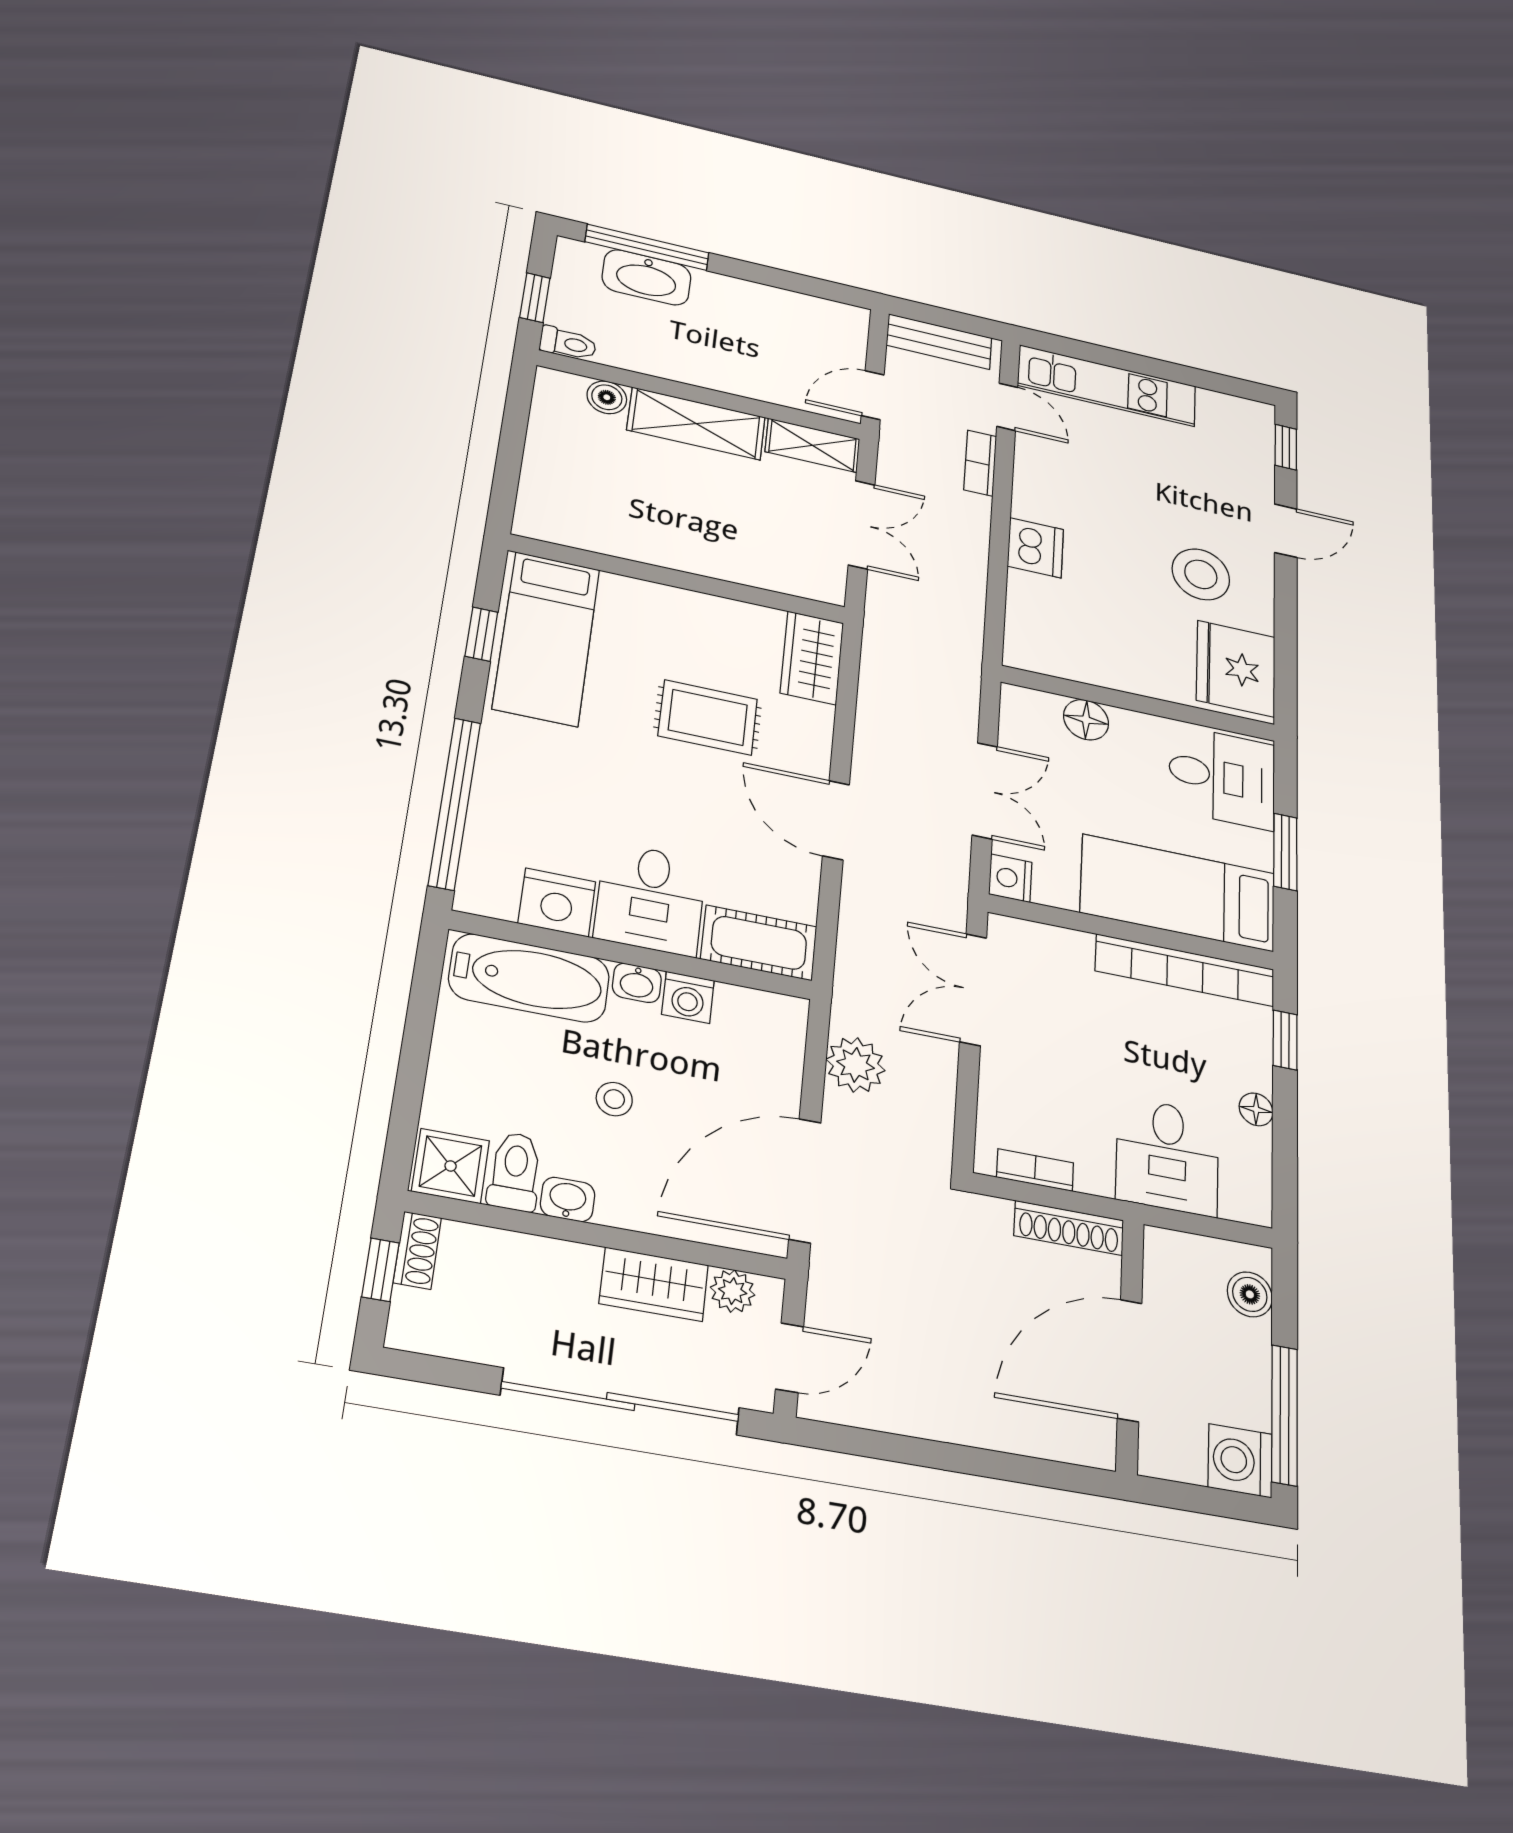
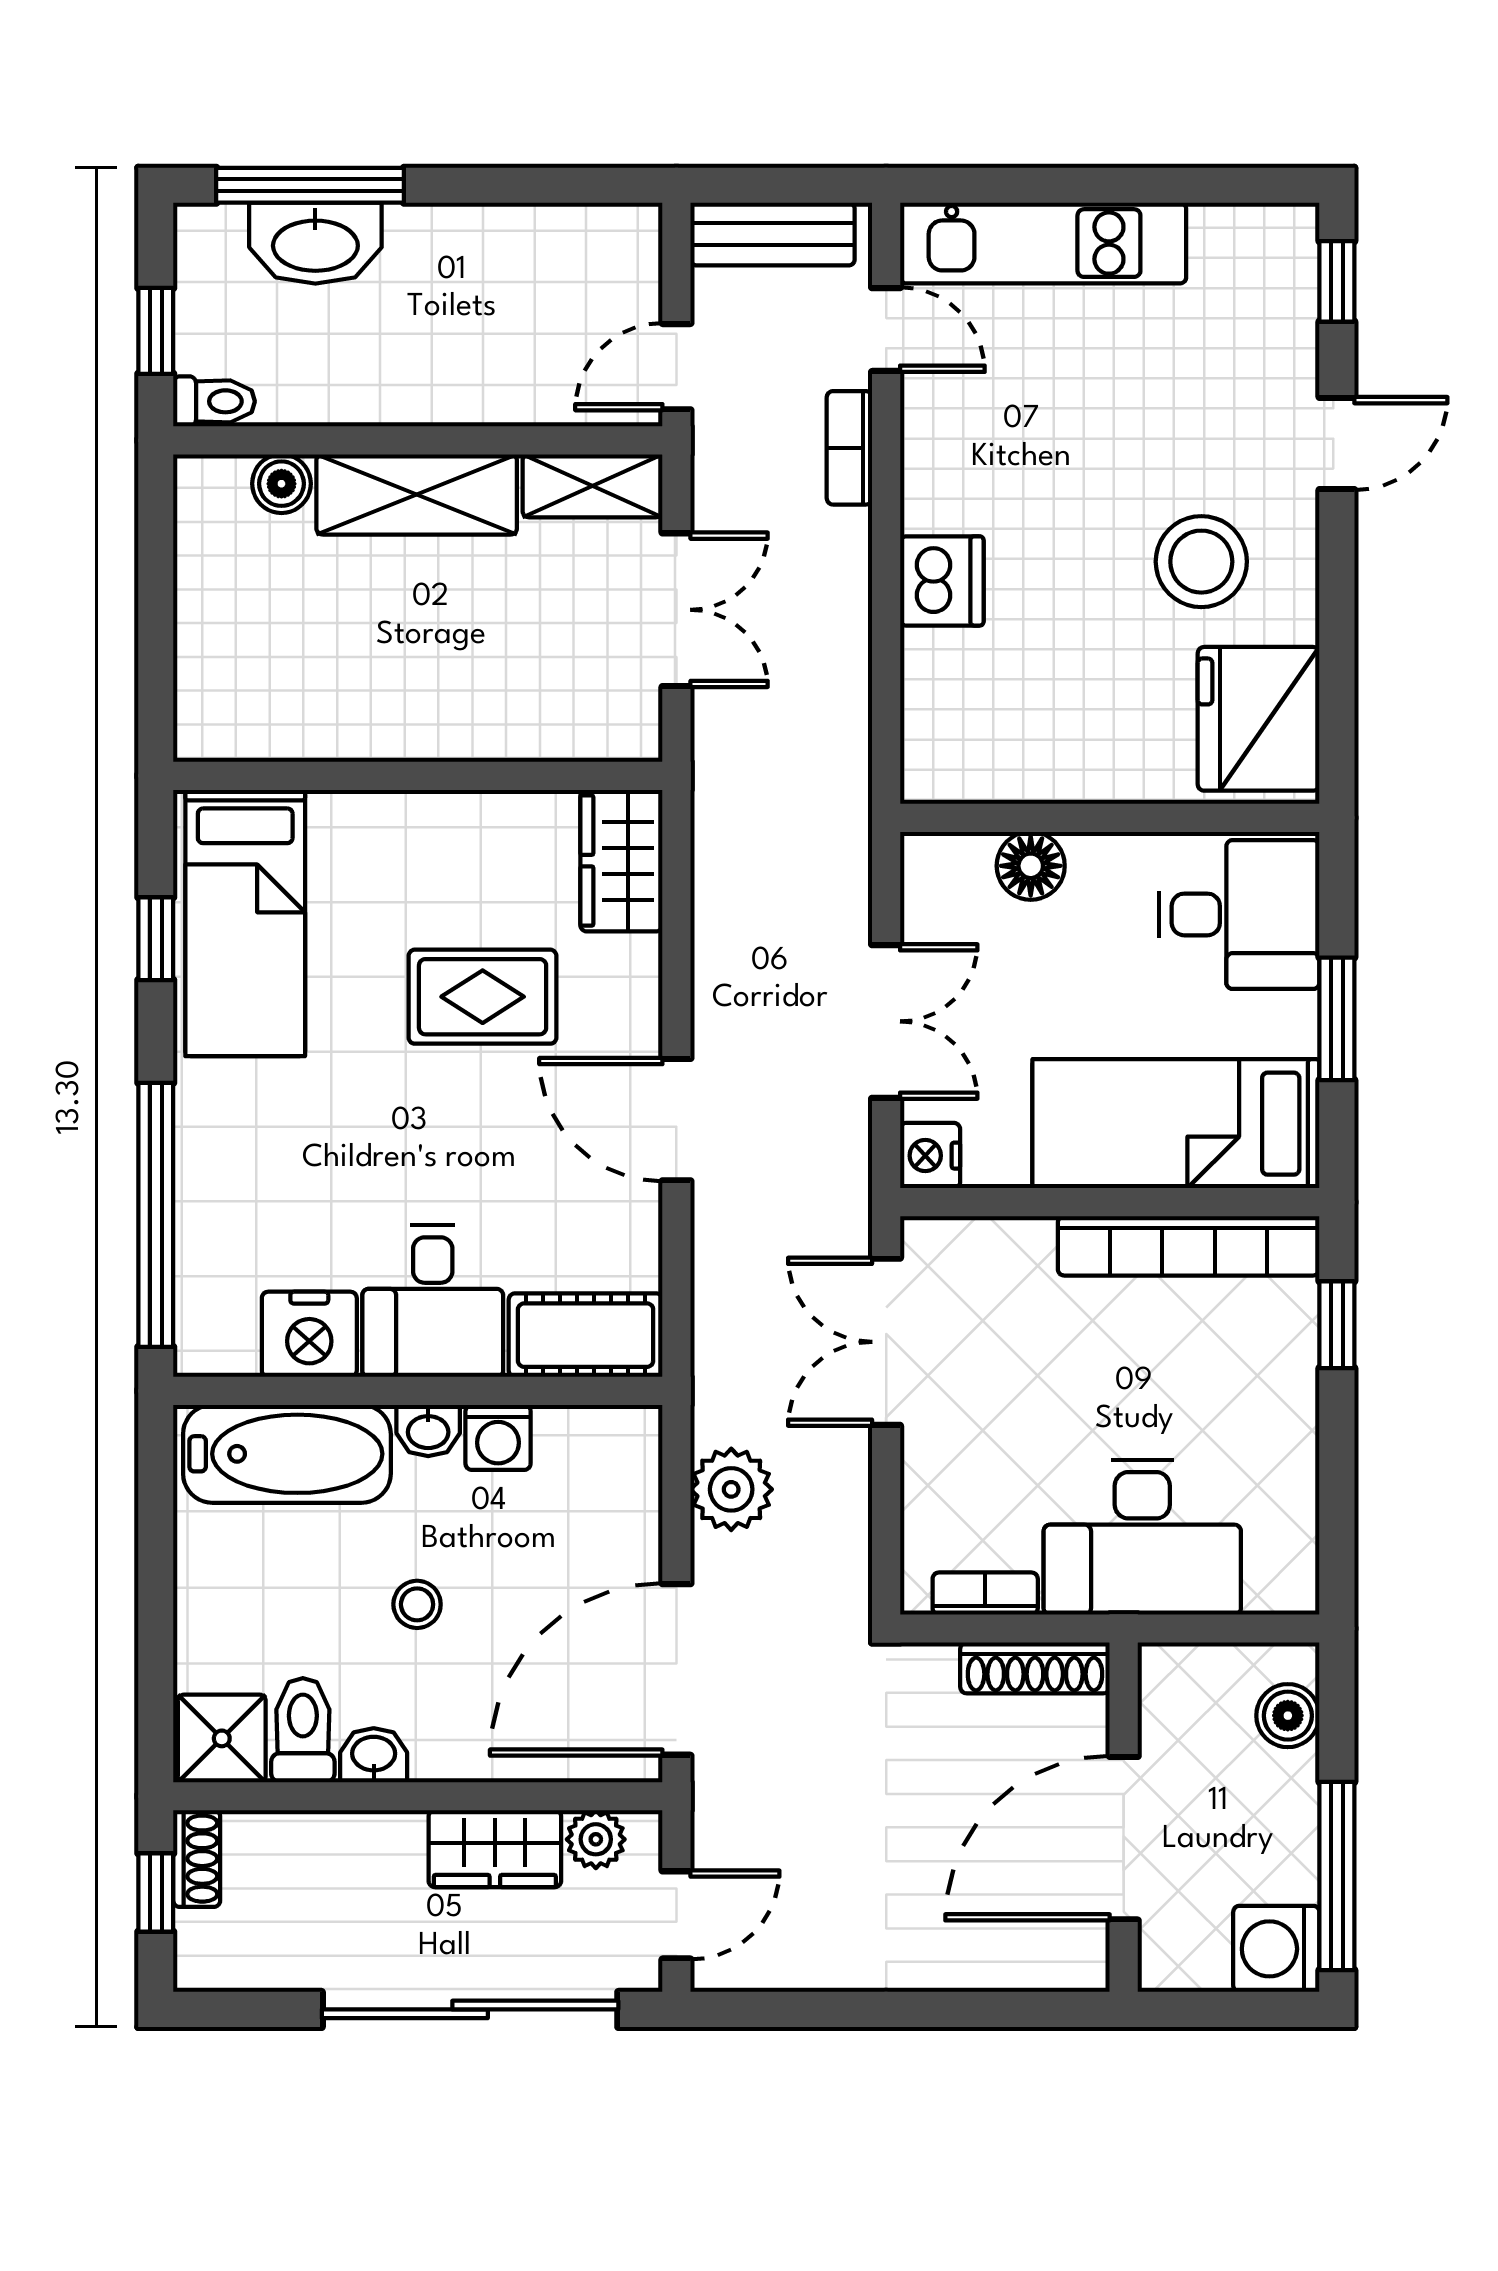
floor lamp: (1256, 1109) -> (1295, 1441), removed
desk: (1167, 1156) -> (1142, 1537), width x1.37

